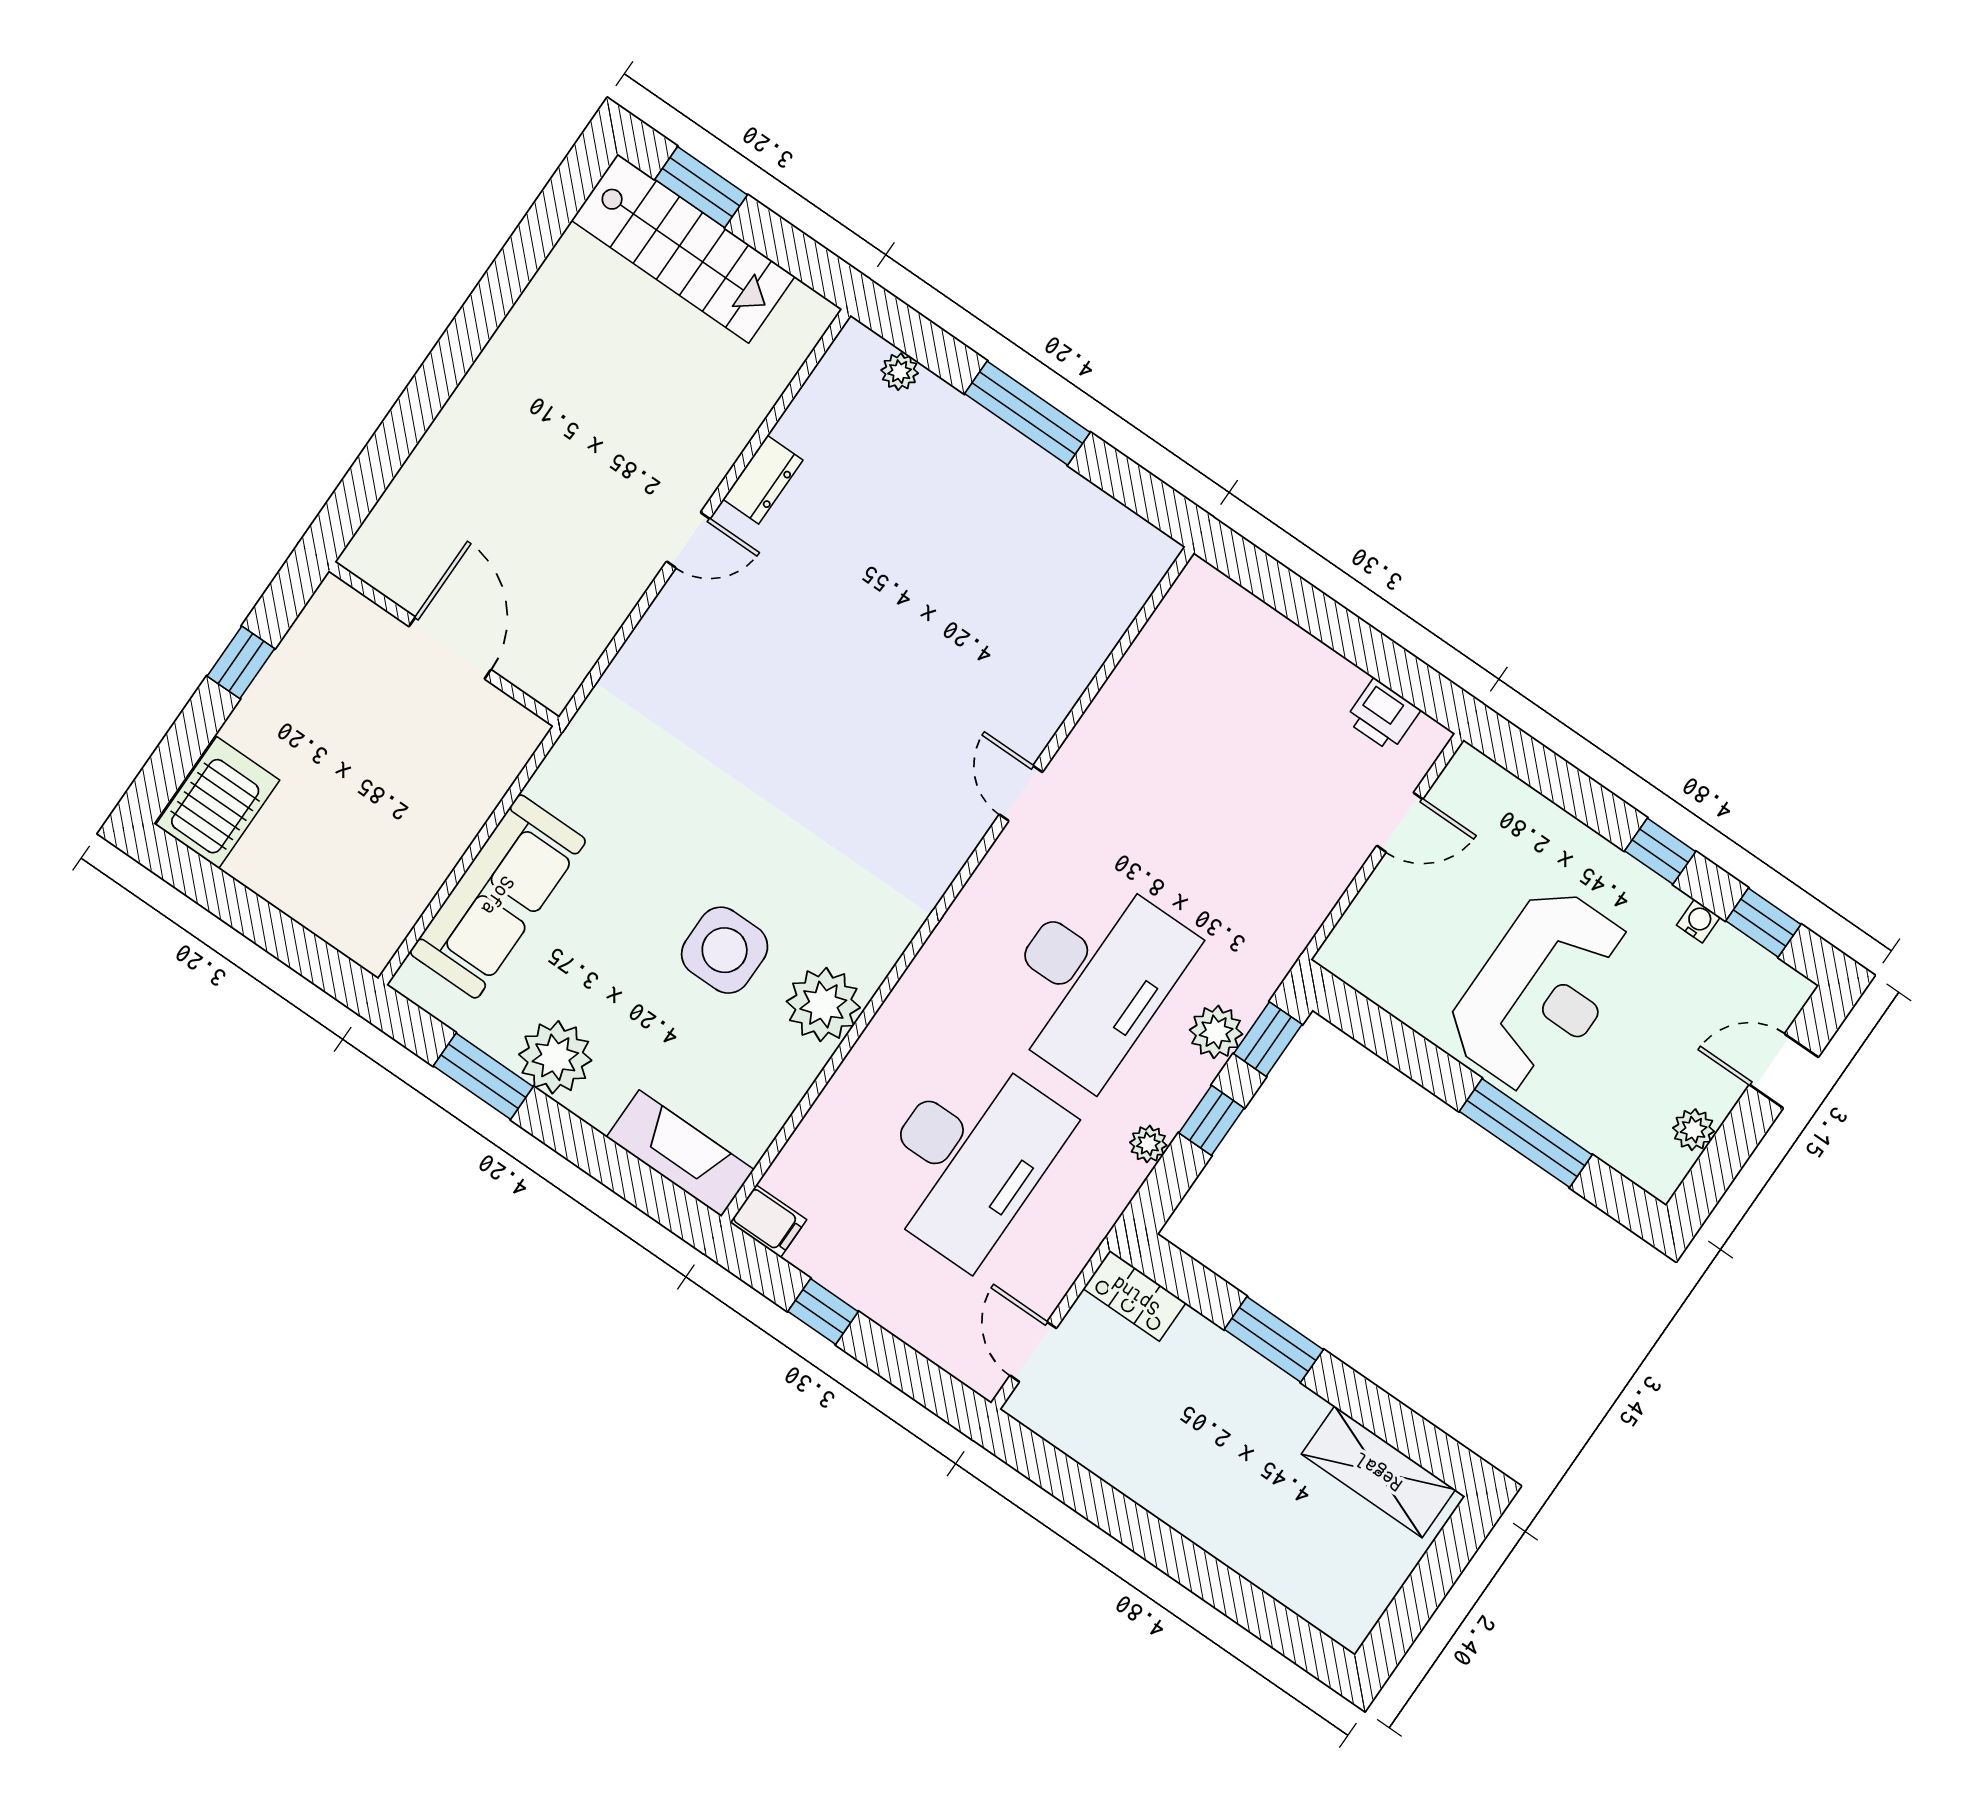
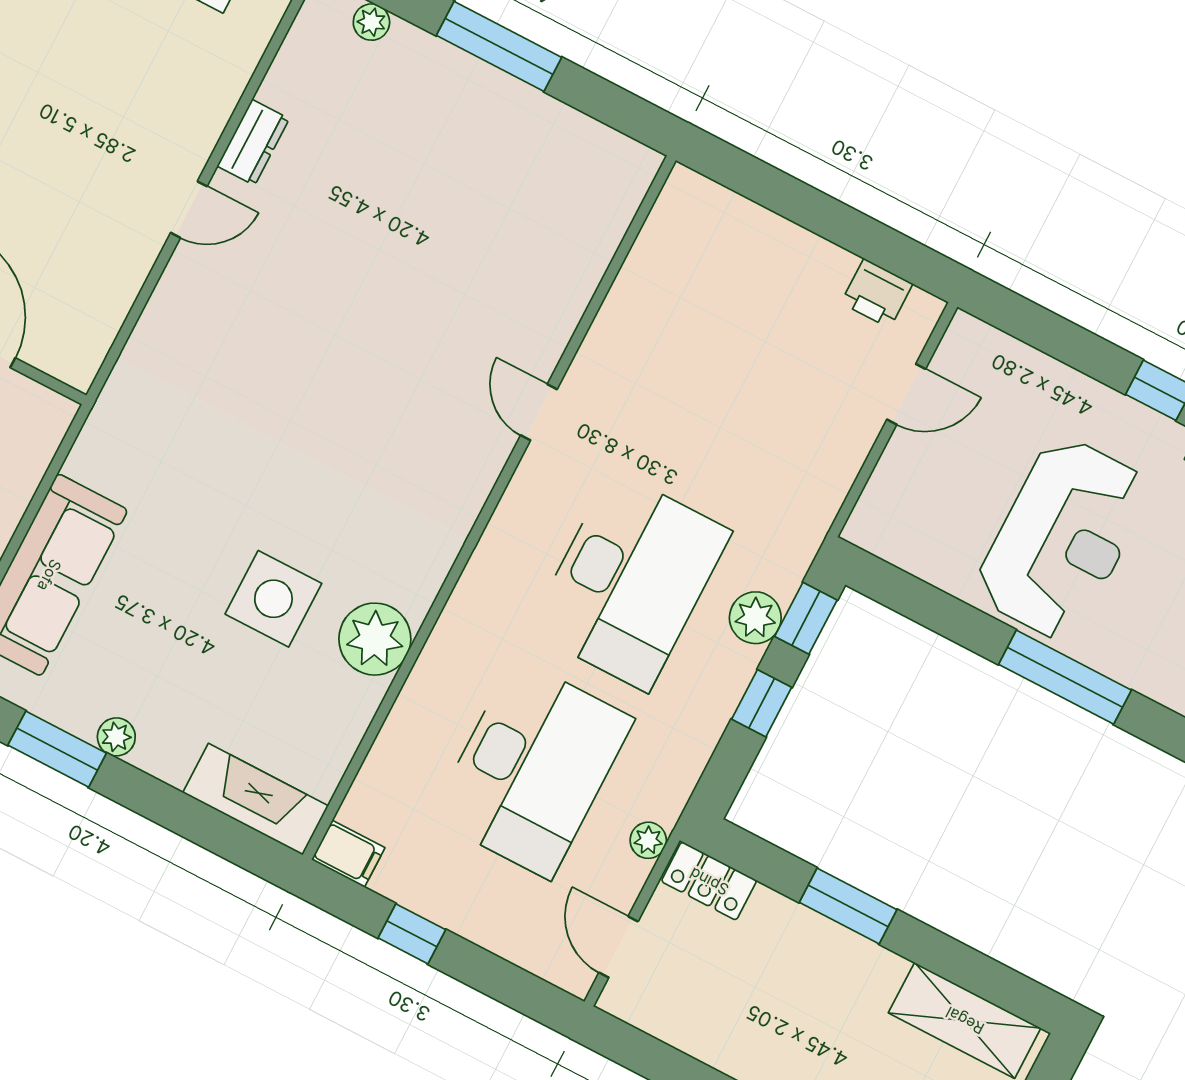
plant: (555, 1057) -> (116, 737), width x0.53, depth x0.53
plant: (1148, 1144) -> (648, 840), moved

